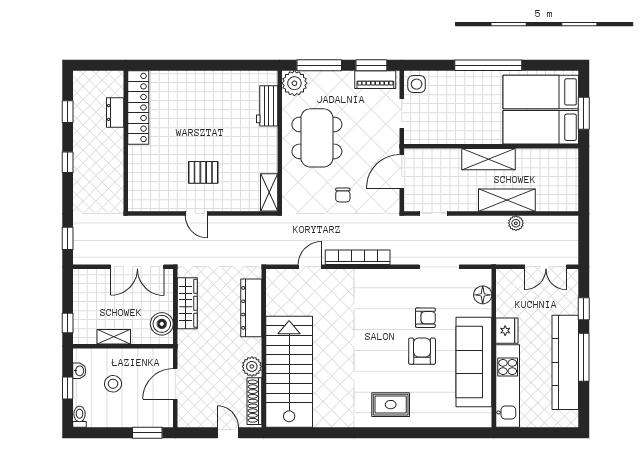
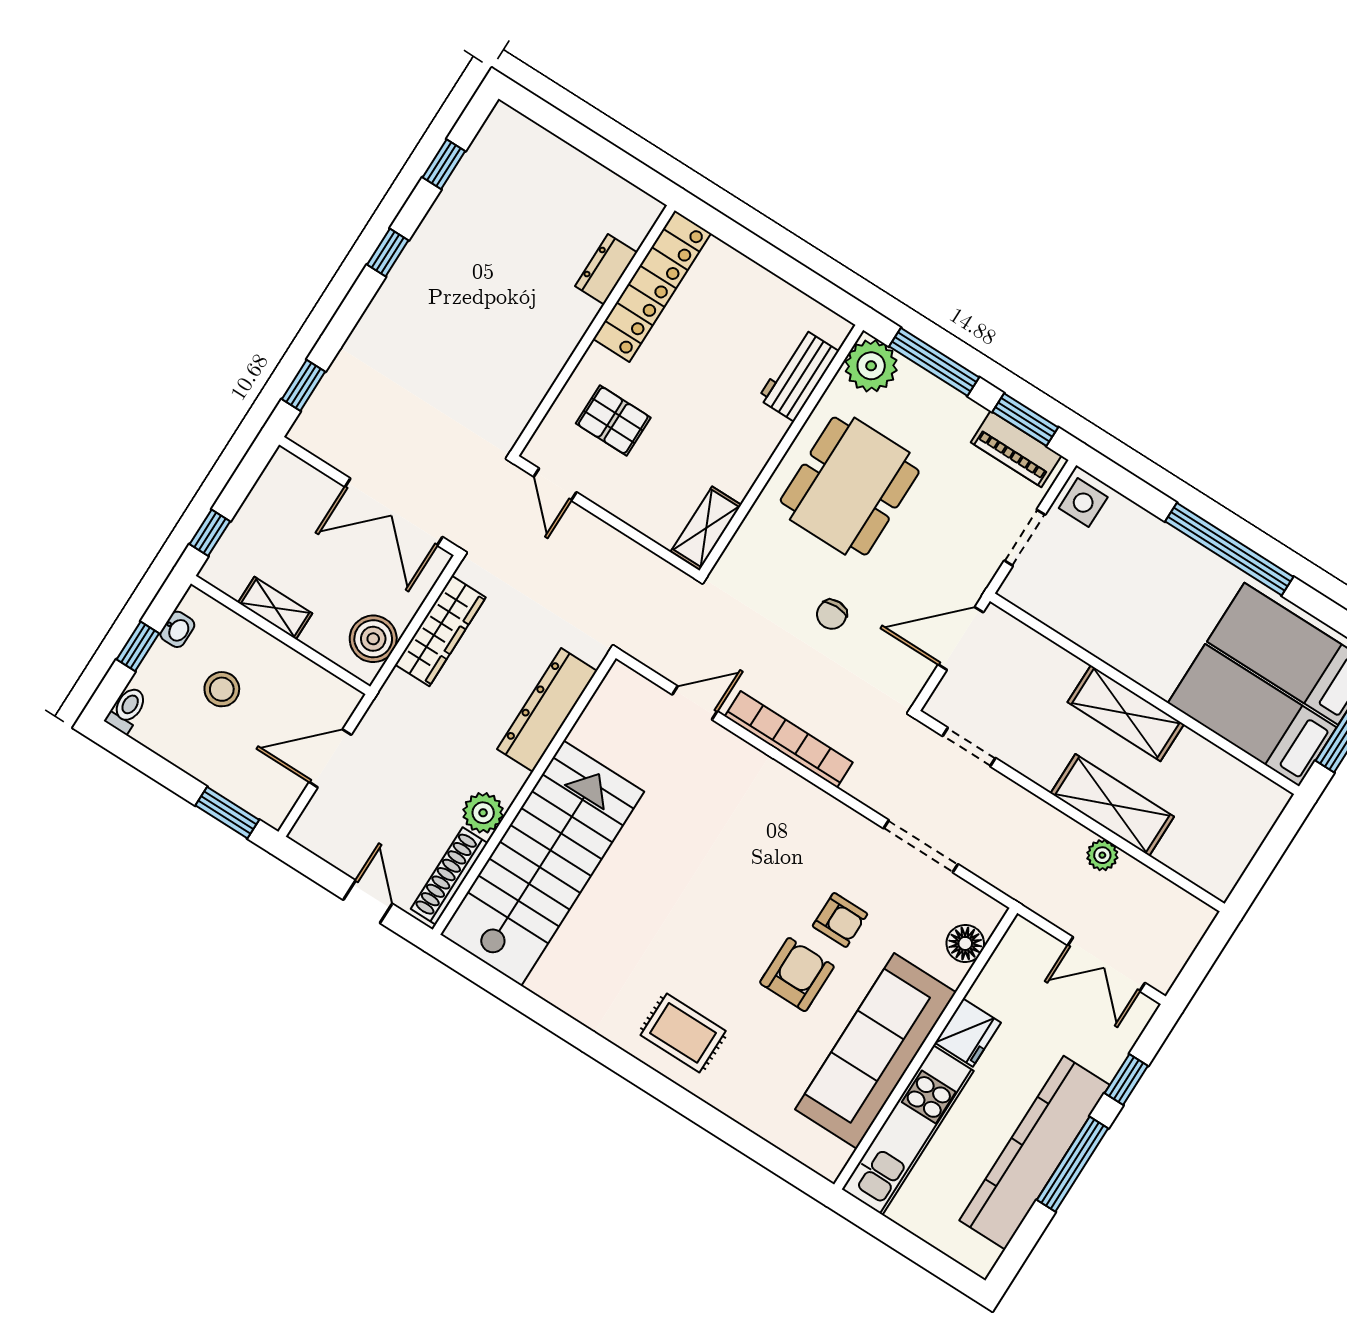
locker: (138, 107) -> (652, 286), moved
dresser: (115, 113) -> (606, 269), moved
wall: (126, 141) -> (593, 331), moved

